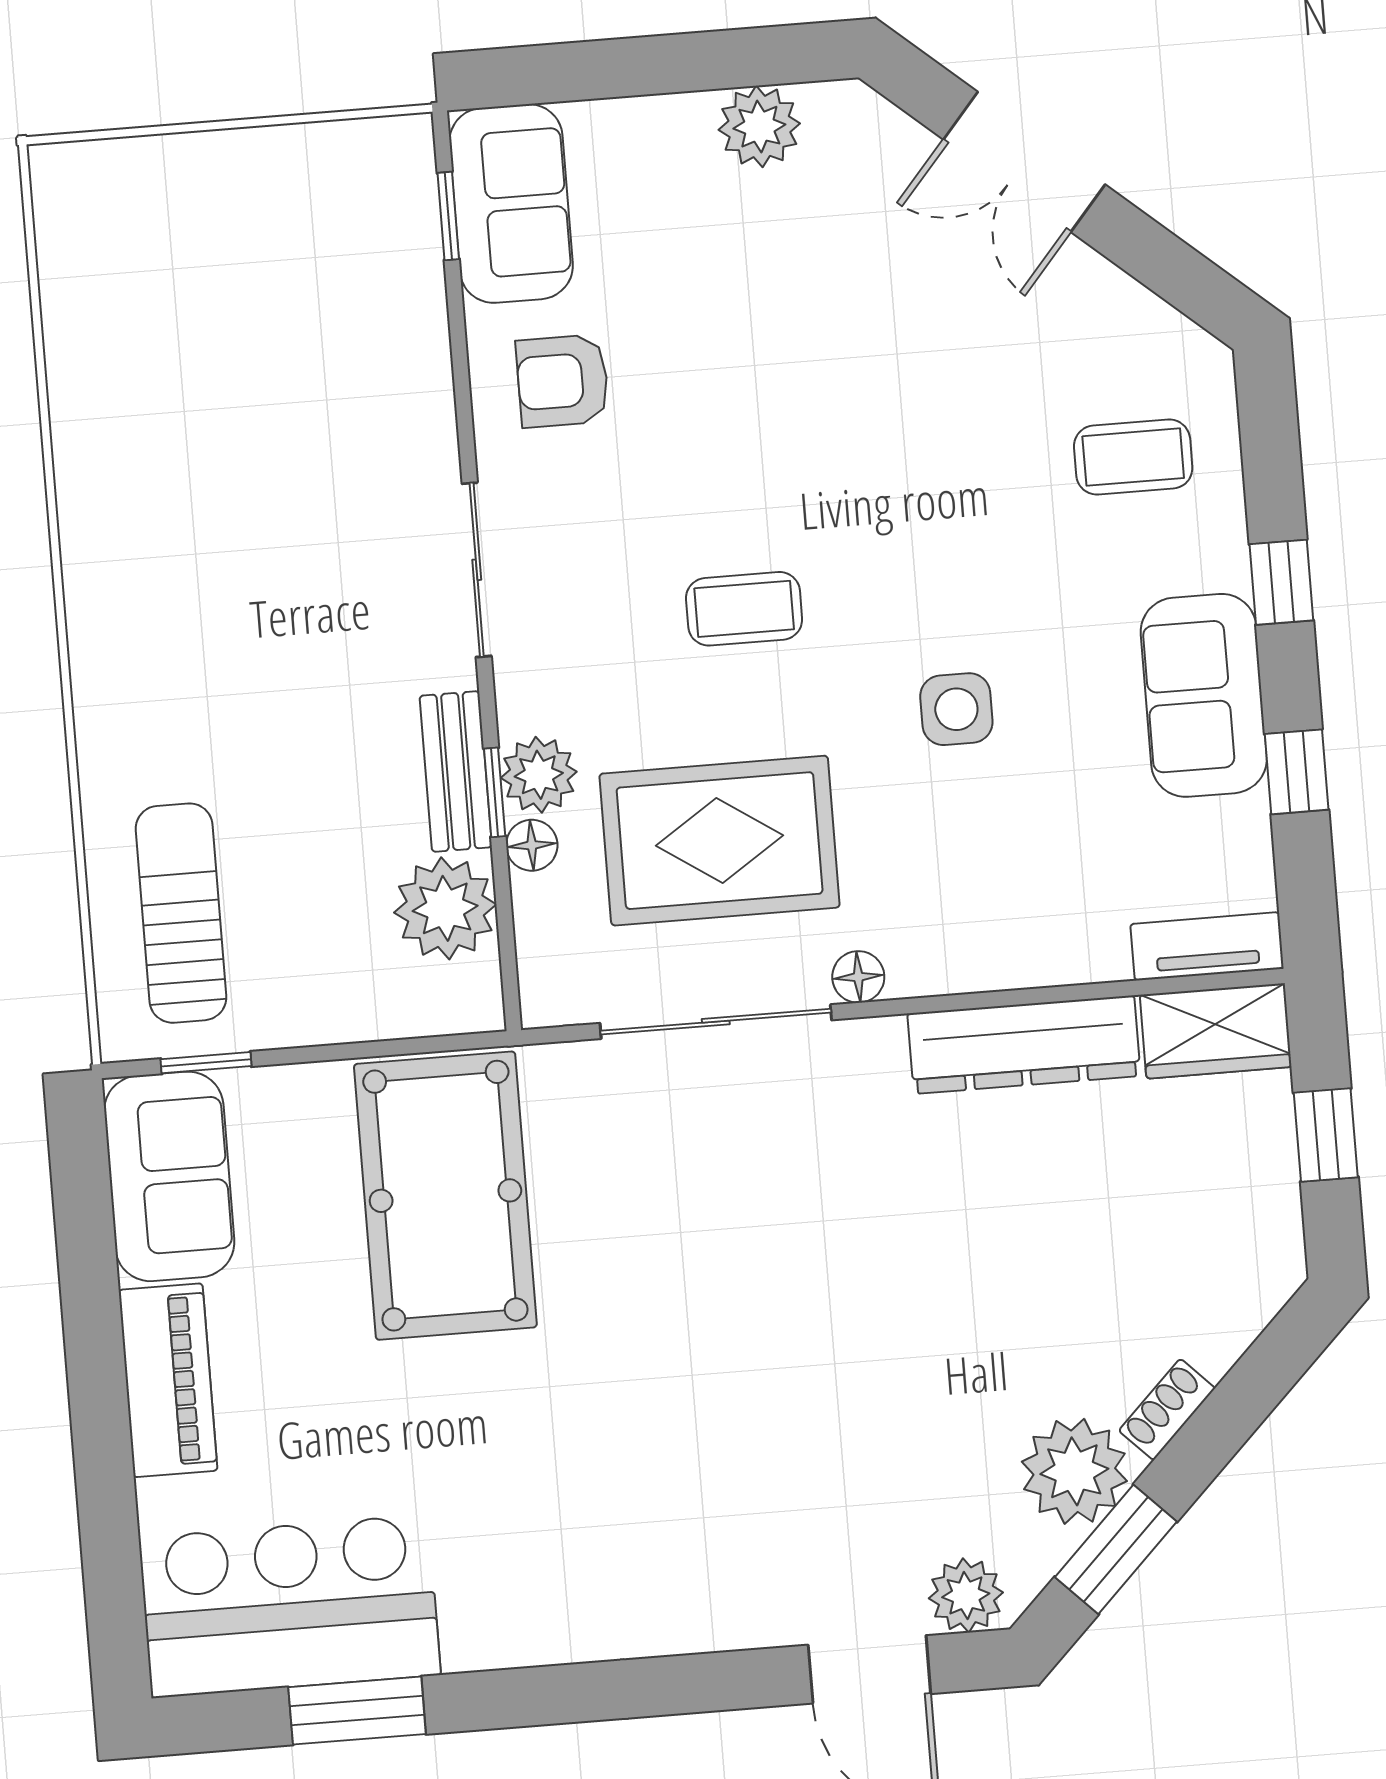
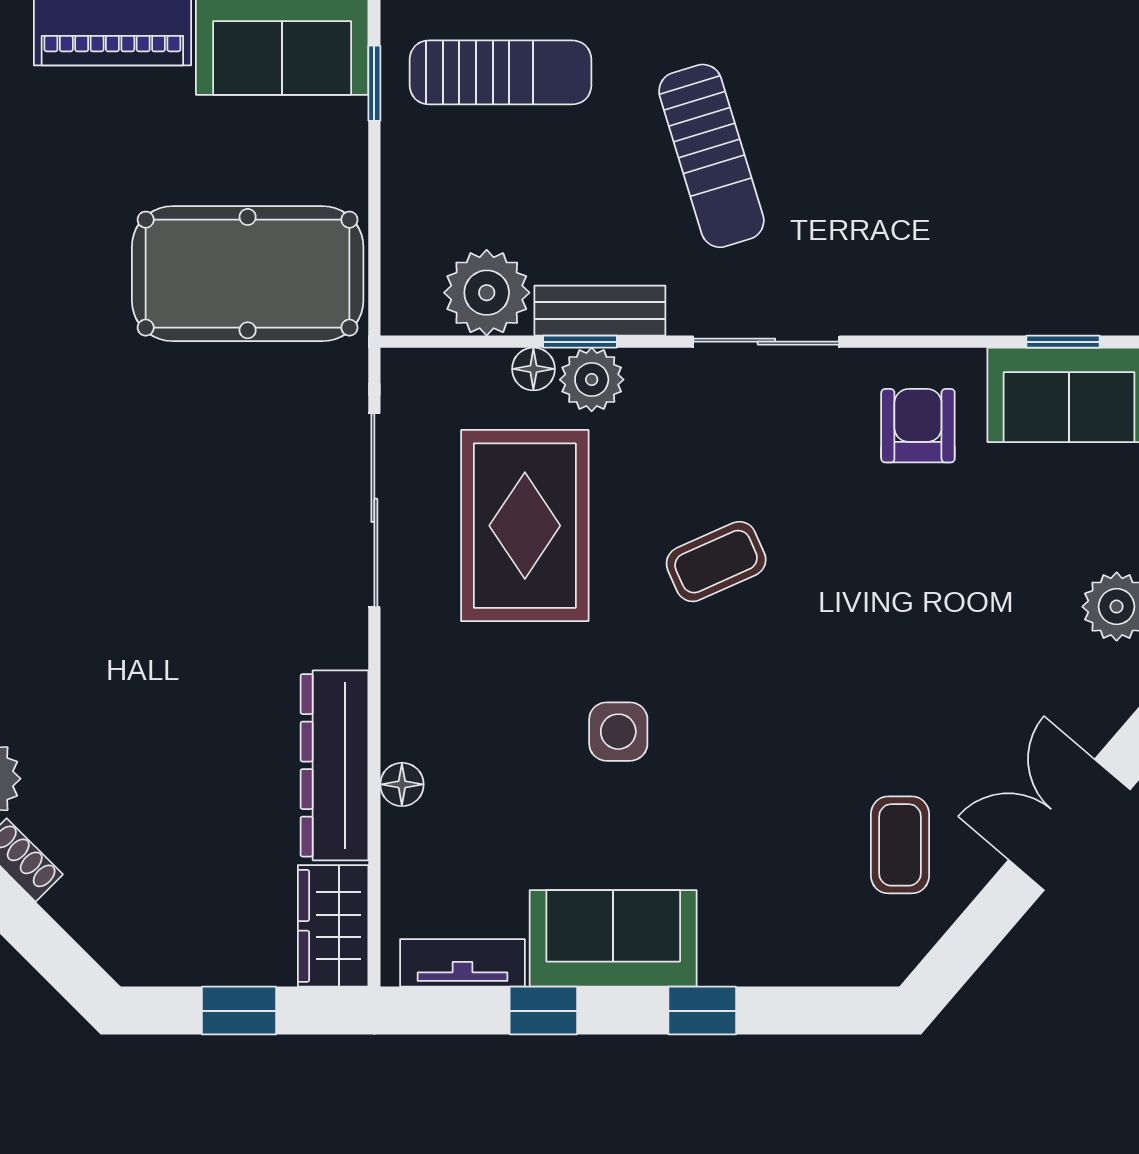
coffee table: (1133, 457) -> (900, 845), moved
coffee table: (744, 609) -> (716, 562), turned 66
sun lounger: (260, 653) -> (711, 156), added
tv unit: (1207, 946) -> (462, 963), moved, turned -90
floor lamp: (858, 977) -> (402, 784), moved

